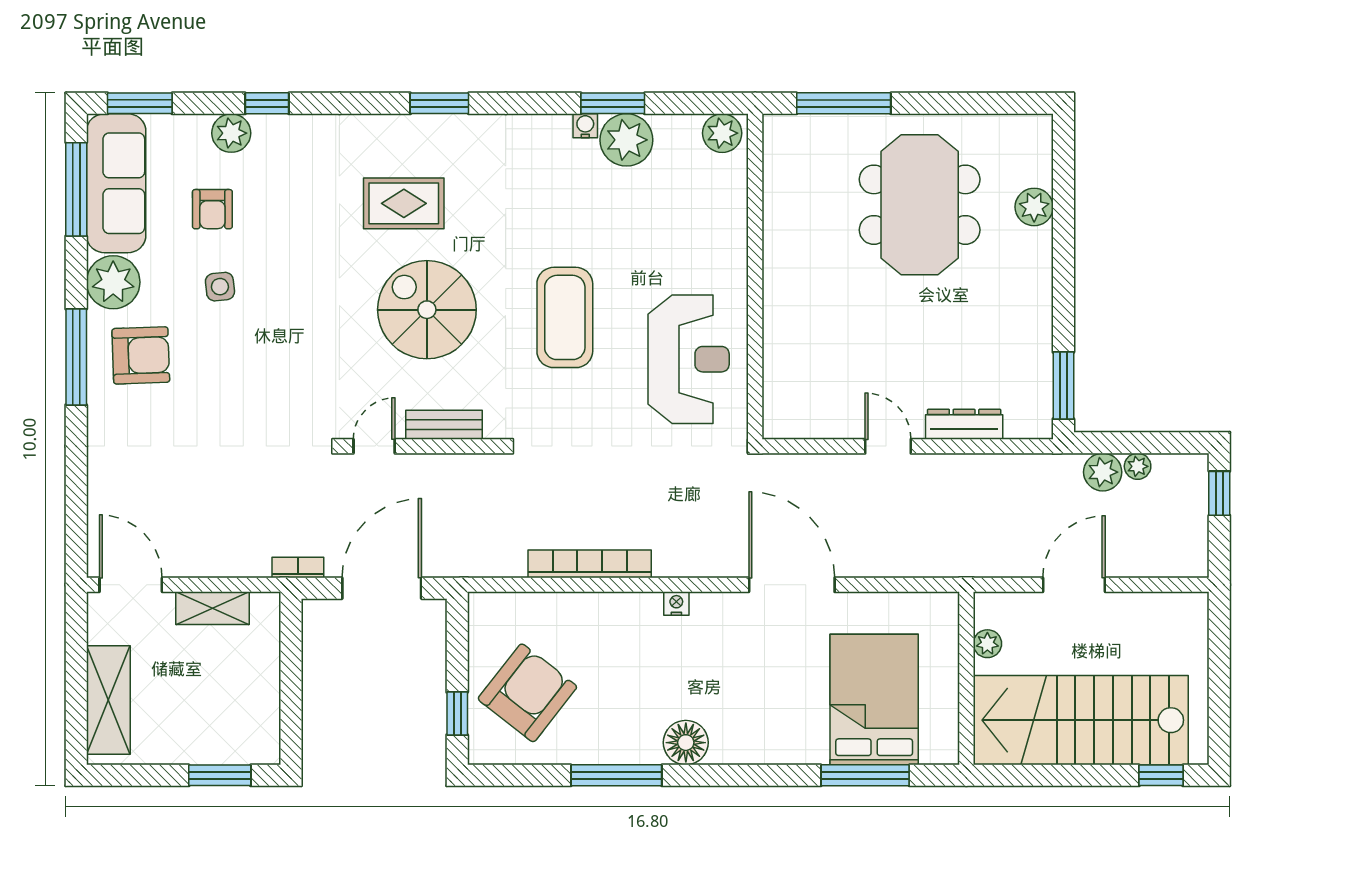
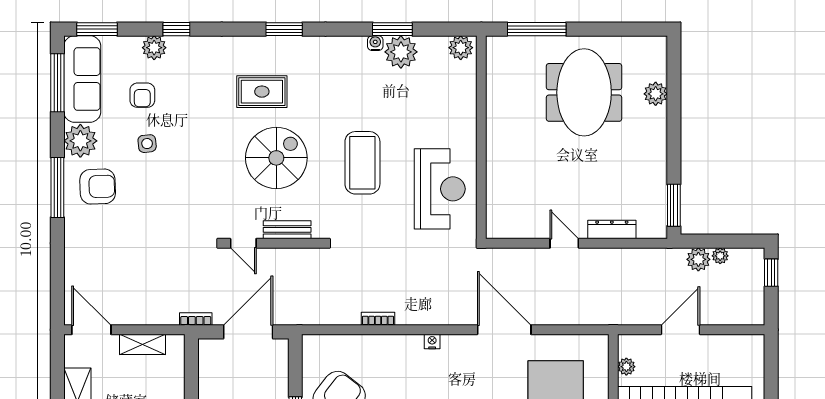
spiral stairs: (427, 310) -> (276, 158), turned 90
door: (374, 446) -> (243, 243), swing flipped
bookcase: (590, 564) -> (378, 319), width x0.43, depth x0.76

